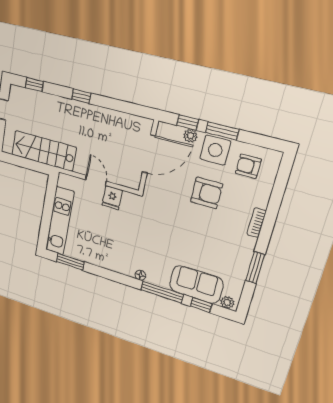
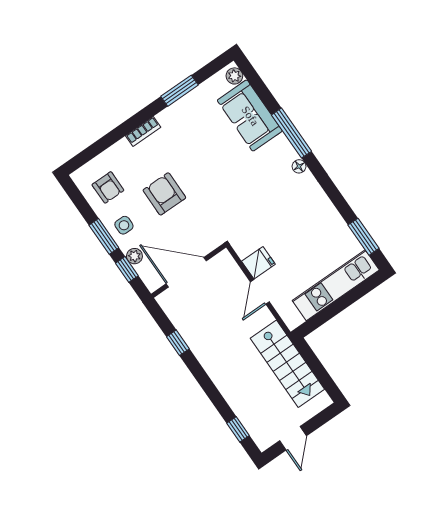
window: (81, 96) -> (178, 343), moved
side table: (215, 150) -> (124, 225), width x0.54, depth x0.54
window: (201, 305) -> (263, 92), removed

